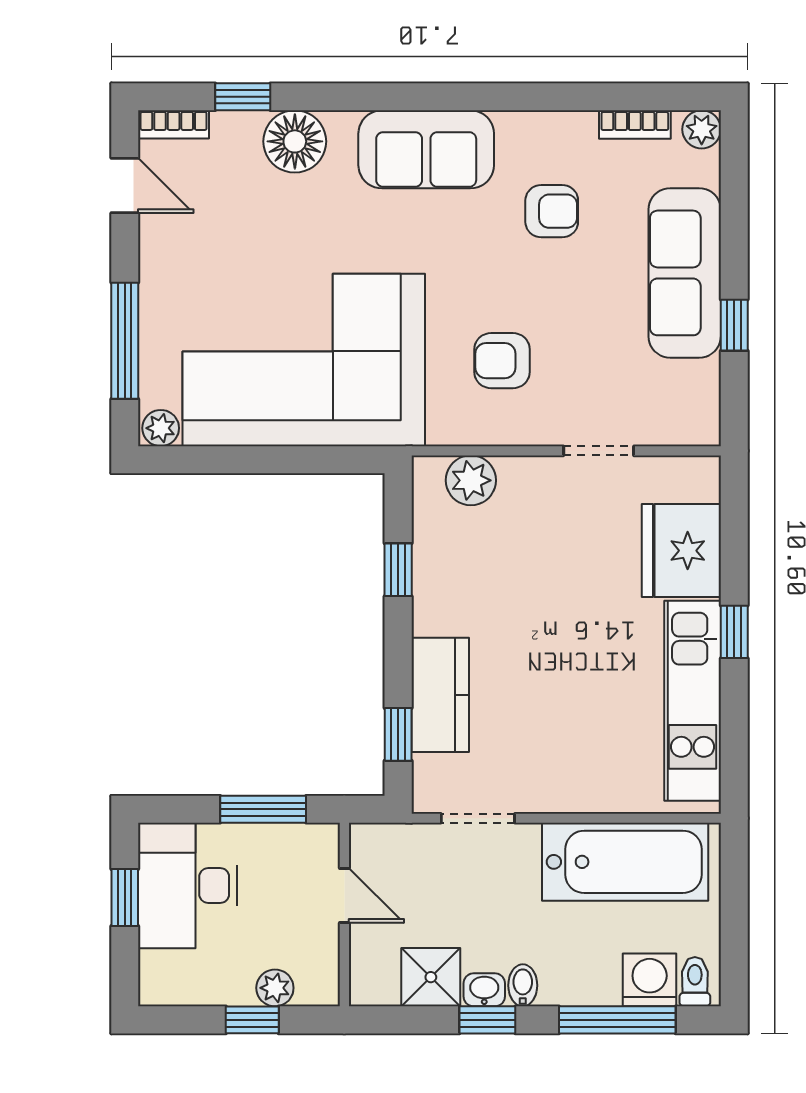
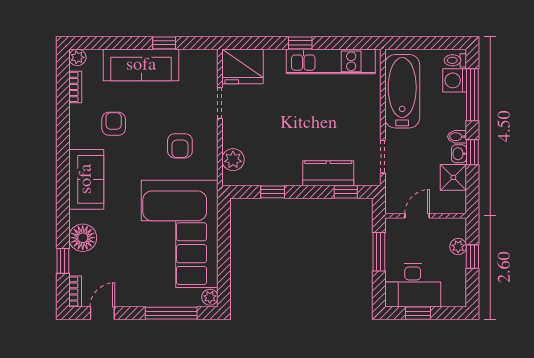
fridge: (681, 551) -> (243, 66), moved

